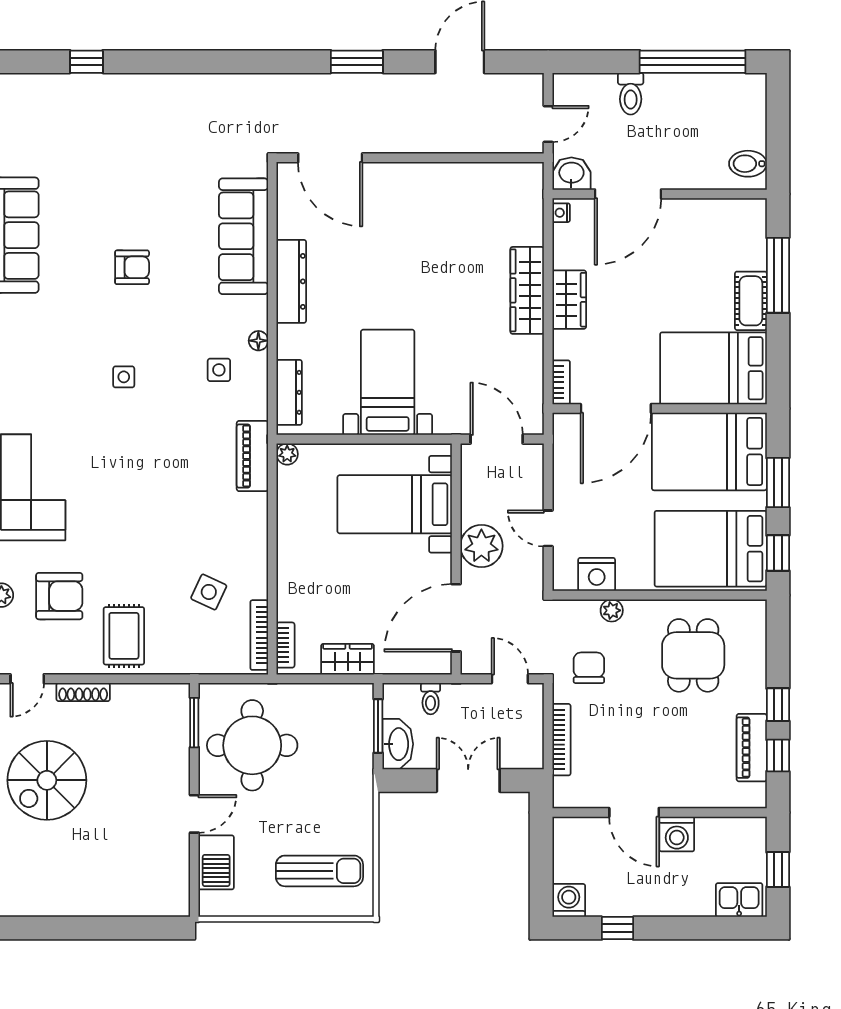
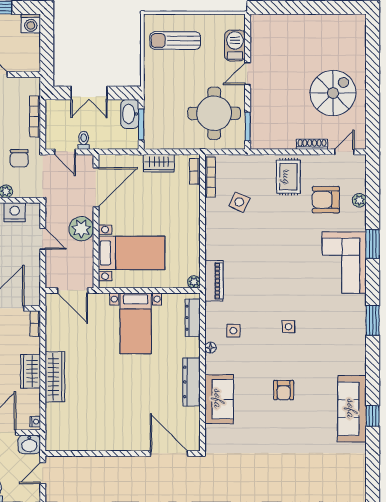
sofa: (244, 236) -> (219, 399), width x0.73
armchair: (132, 267) -> (284, 390), turned -90
toilet: (431, 699) -> (84, 140), moved

